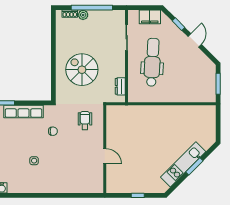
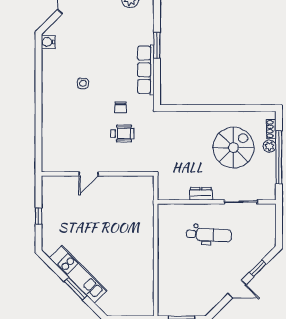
filing cabinet: (150, 17) -> (267, 232), removed
dental chair: (152, 62) -> (209, 235), width x0.73, depth x0.72
spiral stairs: (82, 70) -> (234, 148), moved
dresser: (120, 86) -> (201, 194), moved
wheelchair: (85, 120) -> (122, 133), moved

